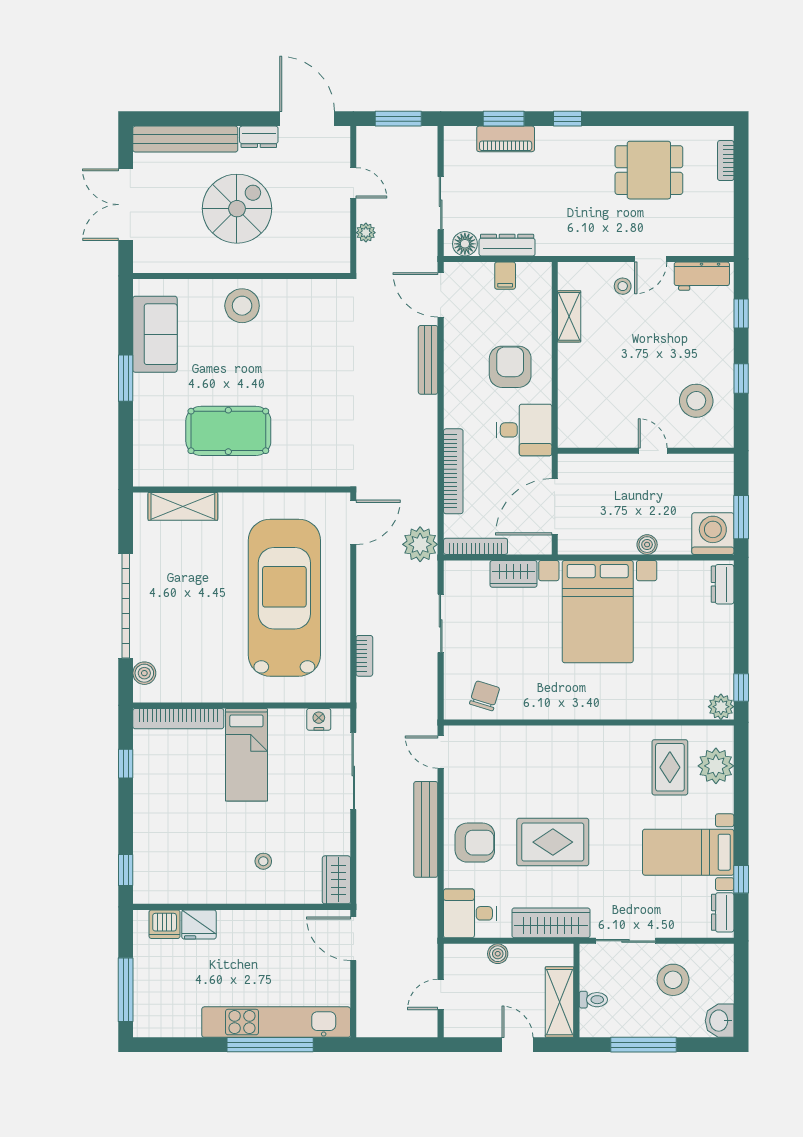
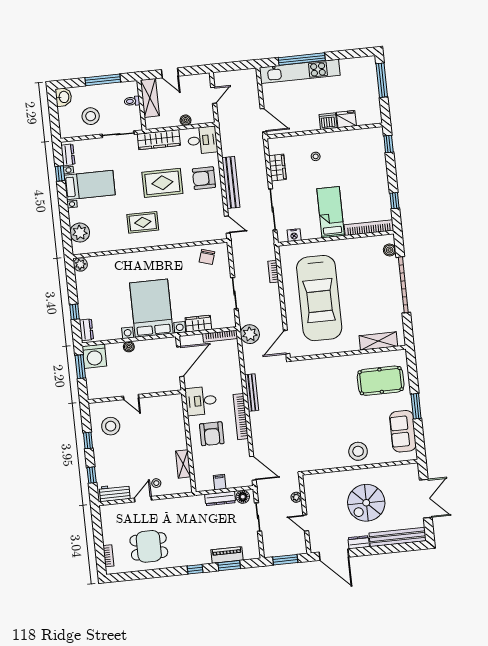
bench: (428, 360) -> (252, 393), moved
pool table: (228, 431) -> (381, 381), moved
bookcase: (453, 471) -> (241, 417), moved
window: (741, 688) -> (75, 312), moved
rug: (670, 767) -> (143, 222), moved, turned 90
wardrobe: (336, 880) -> (277, 168), moved
dishwasher: (165, 924) -> (328, 121), moved

